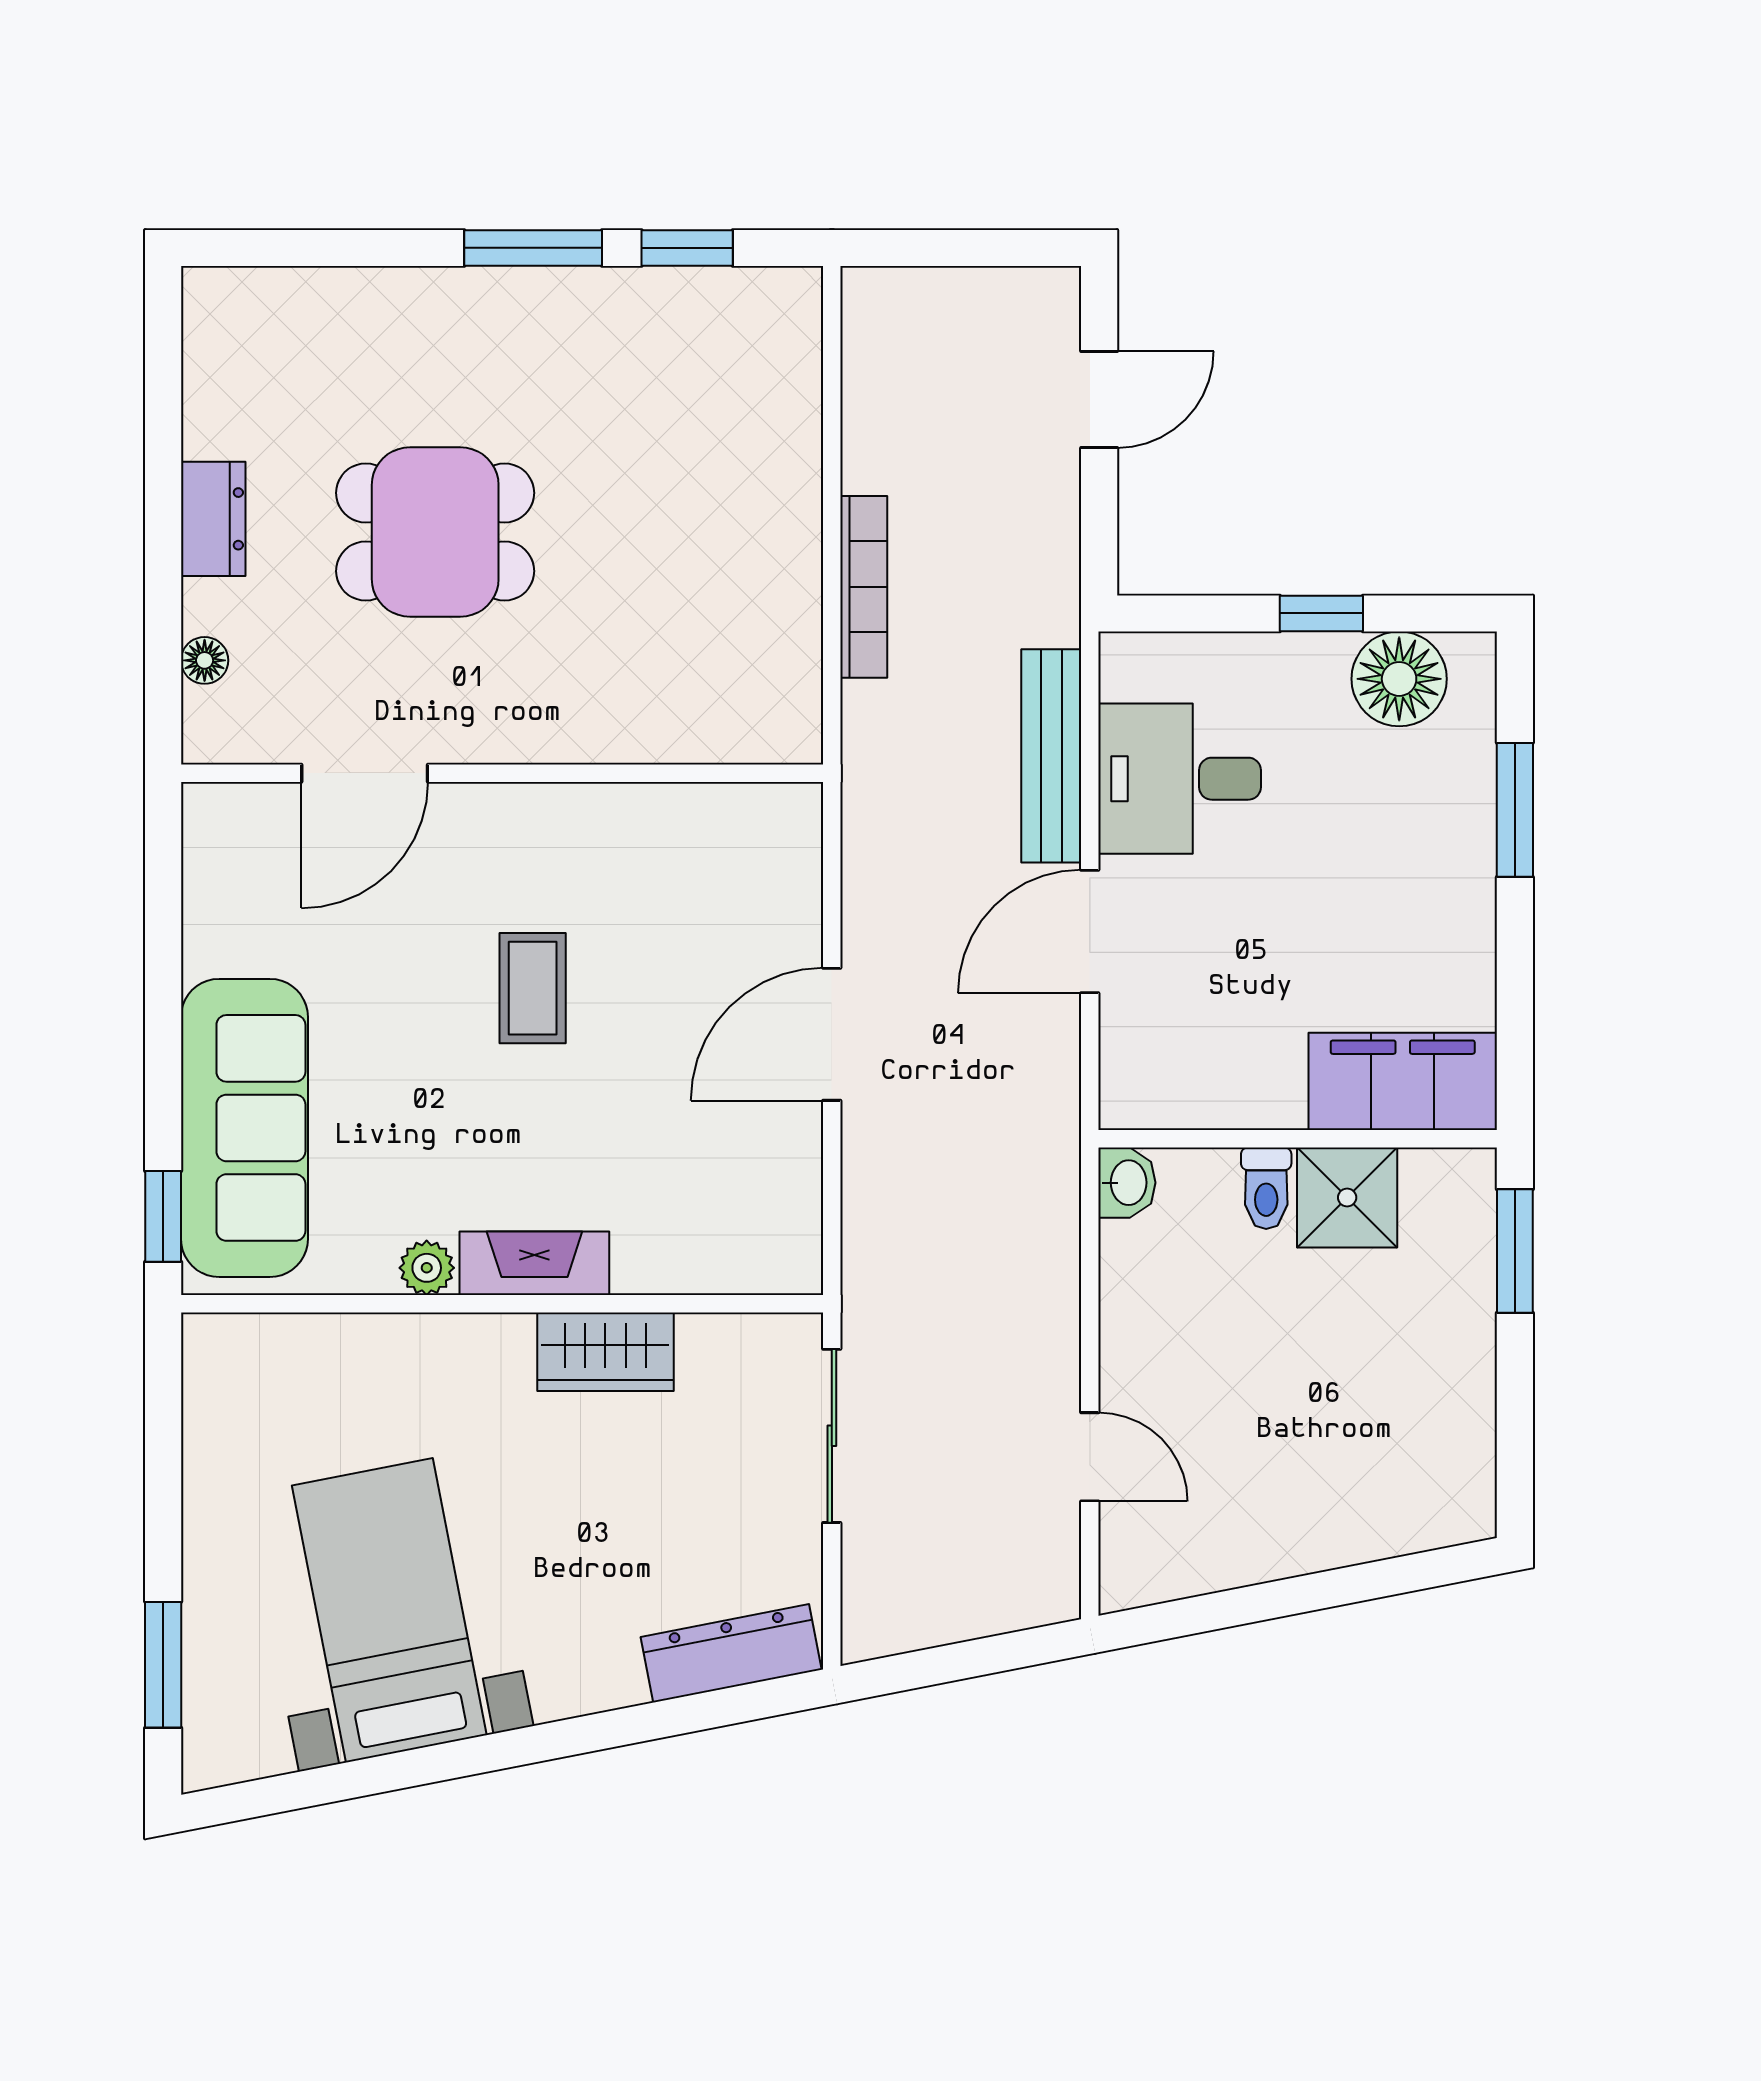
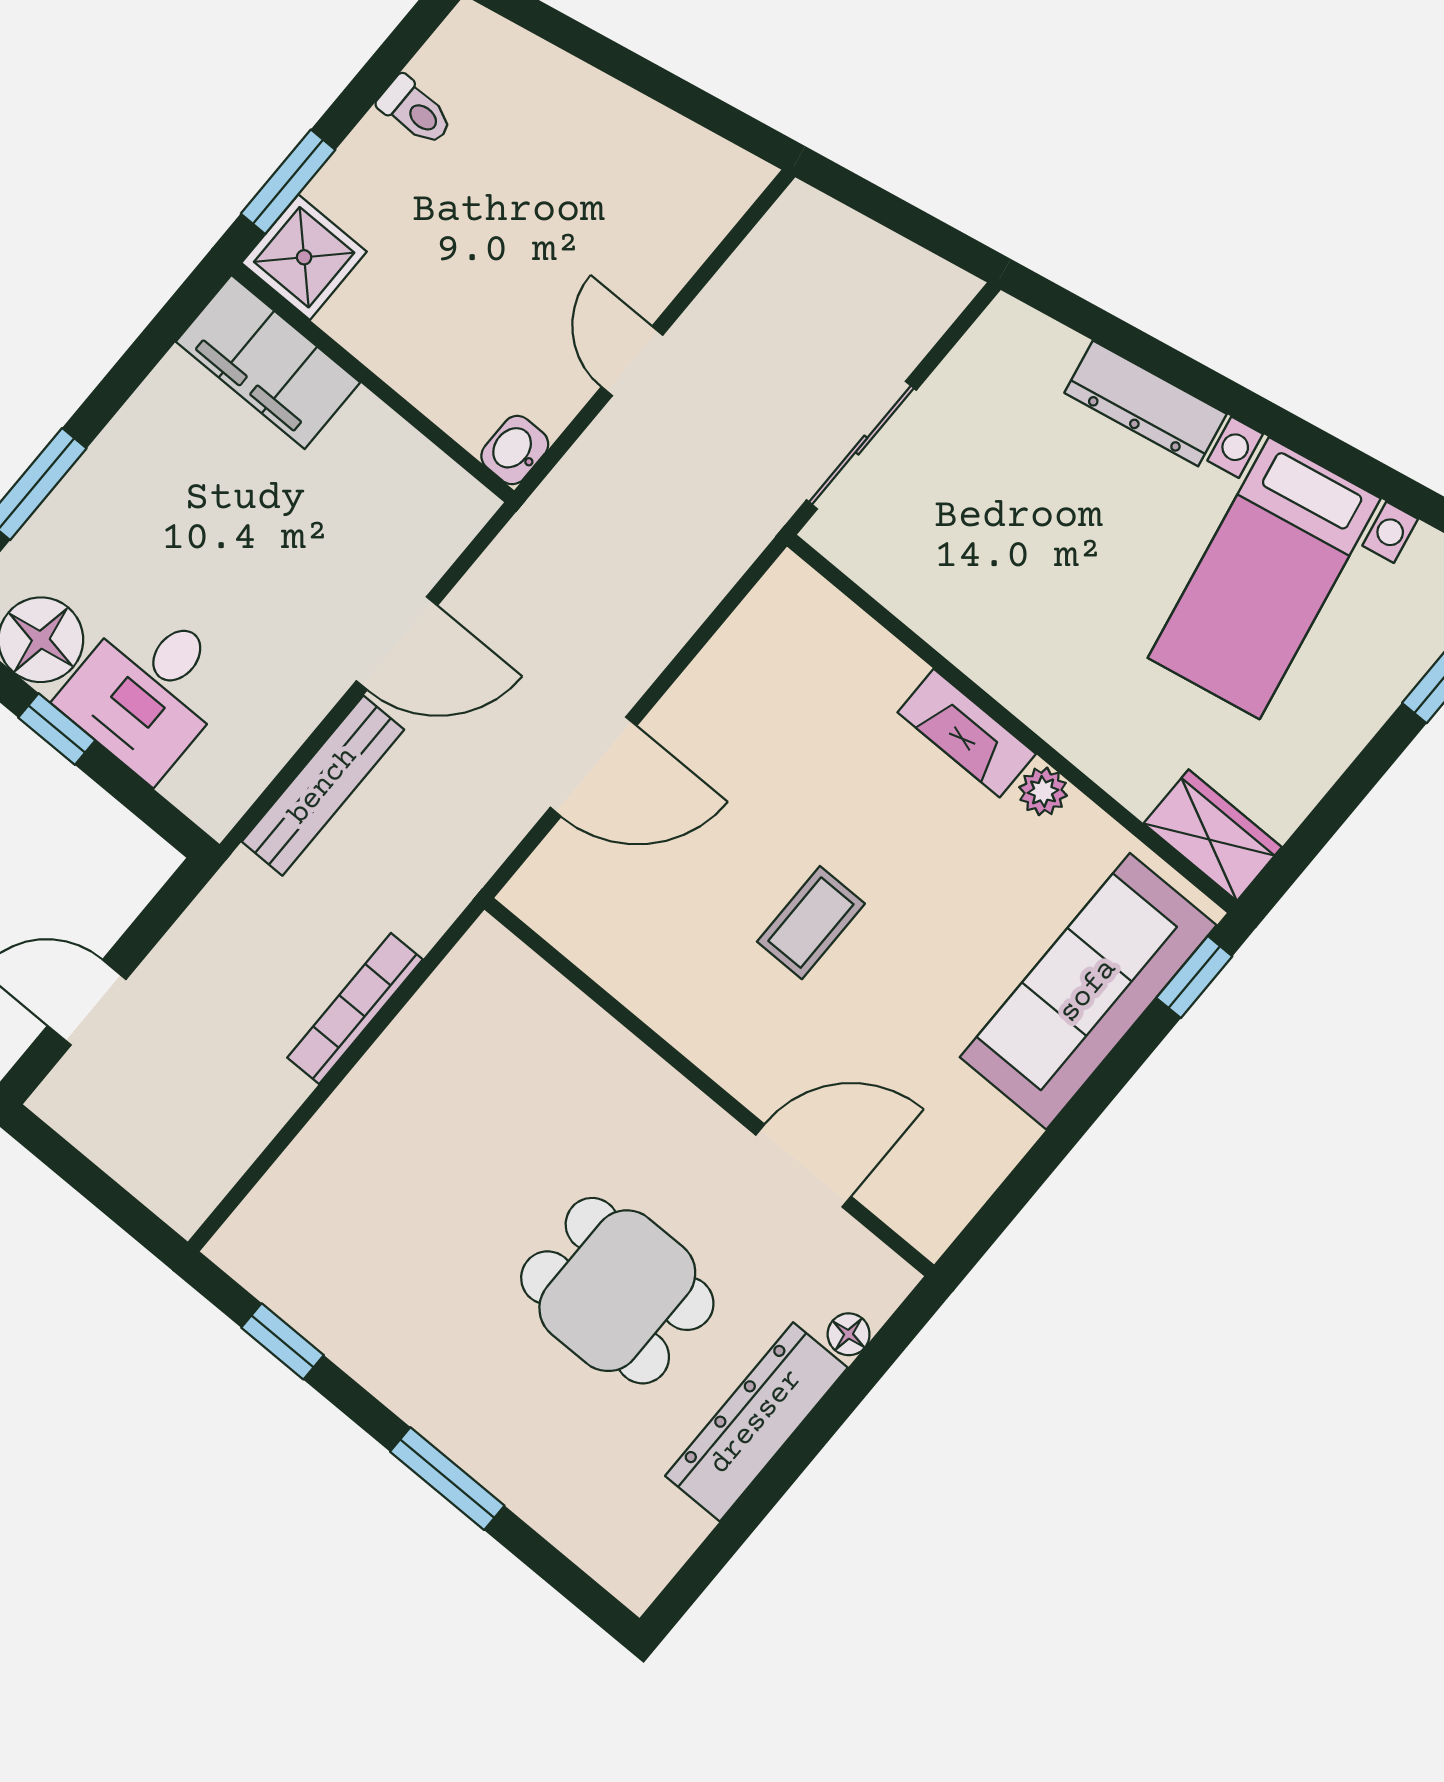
window: (533, 248) -> (447, 1479), moved
dresser: (213, 519) -> (756, 1422), width x1.96, depth x1.24
desk: (1180, 779) -> (148, 690), moved, turned 90
door: (832, 1034) -> (593, 767), moved
toilet: (1266, 1188) -> (415, 111), moved, turned 90
shower: (1347, 1197) -> (304, 257), moved
wardrobe: (605, 1352) -> (1213, 835), moved
door: (1090, 1457) -> (632, 361), moved
dresser: (731, 1653) -> (1146, 403), moved

